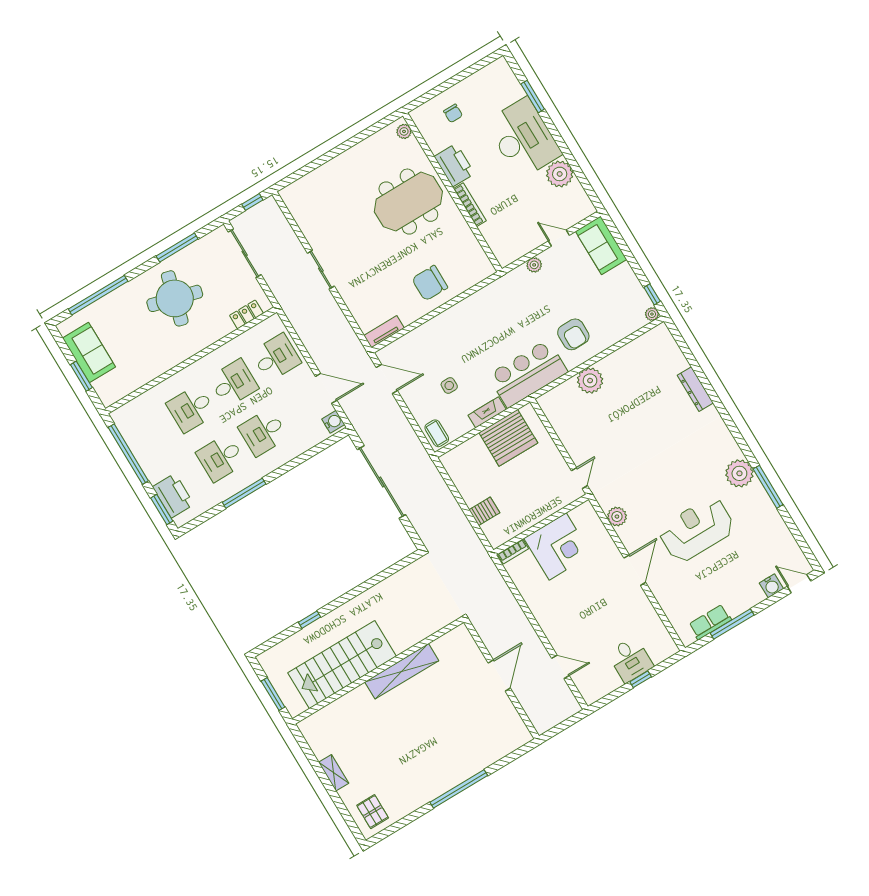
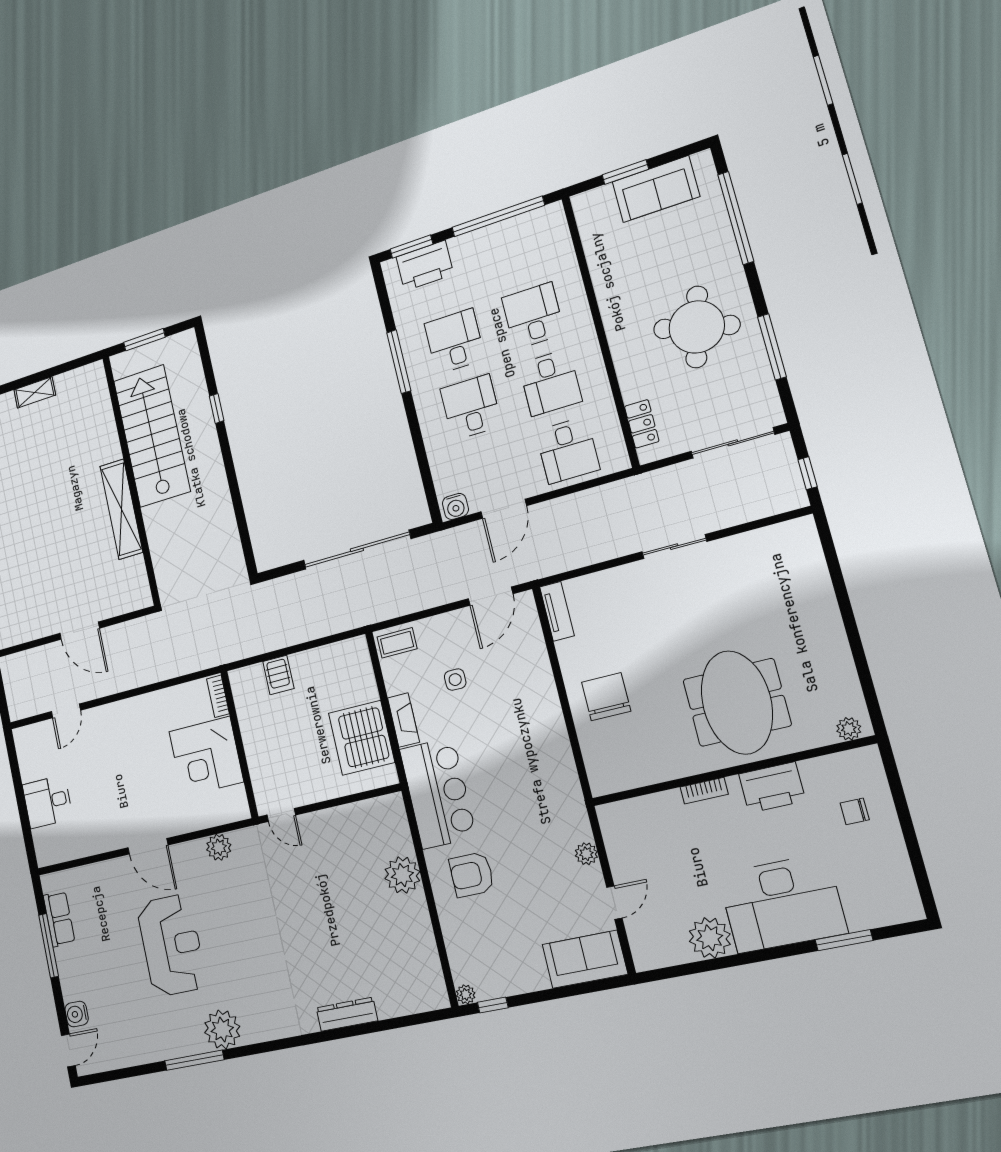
bookcase: (470, 205) -> (704, 791), width x0.64
window: (641, 679) -> (22, 806), removed

